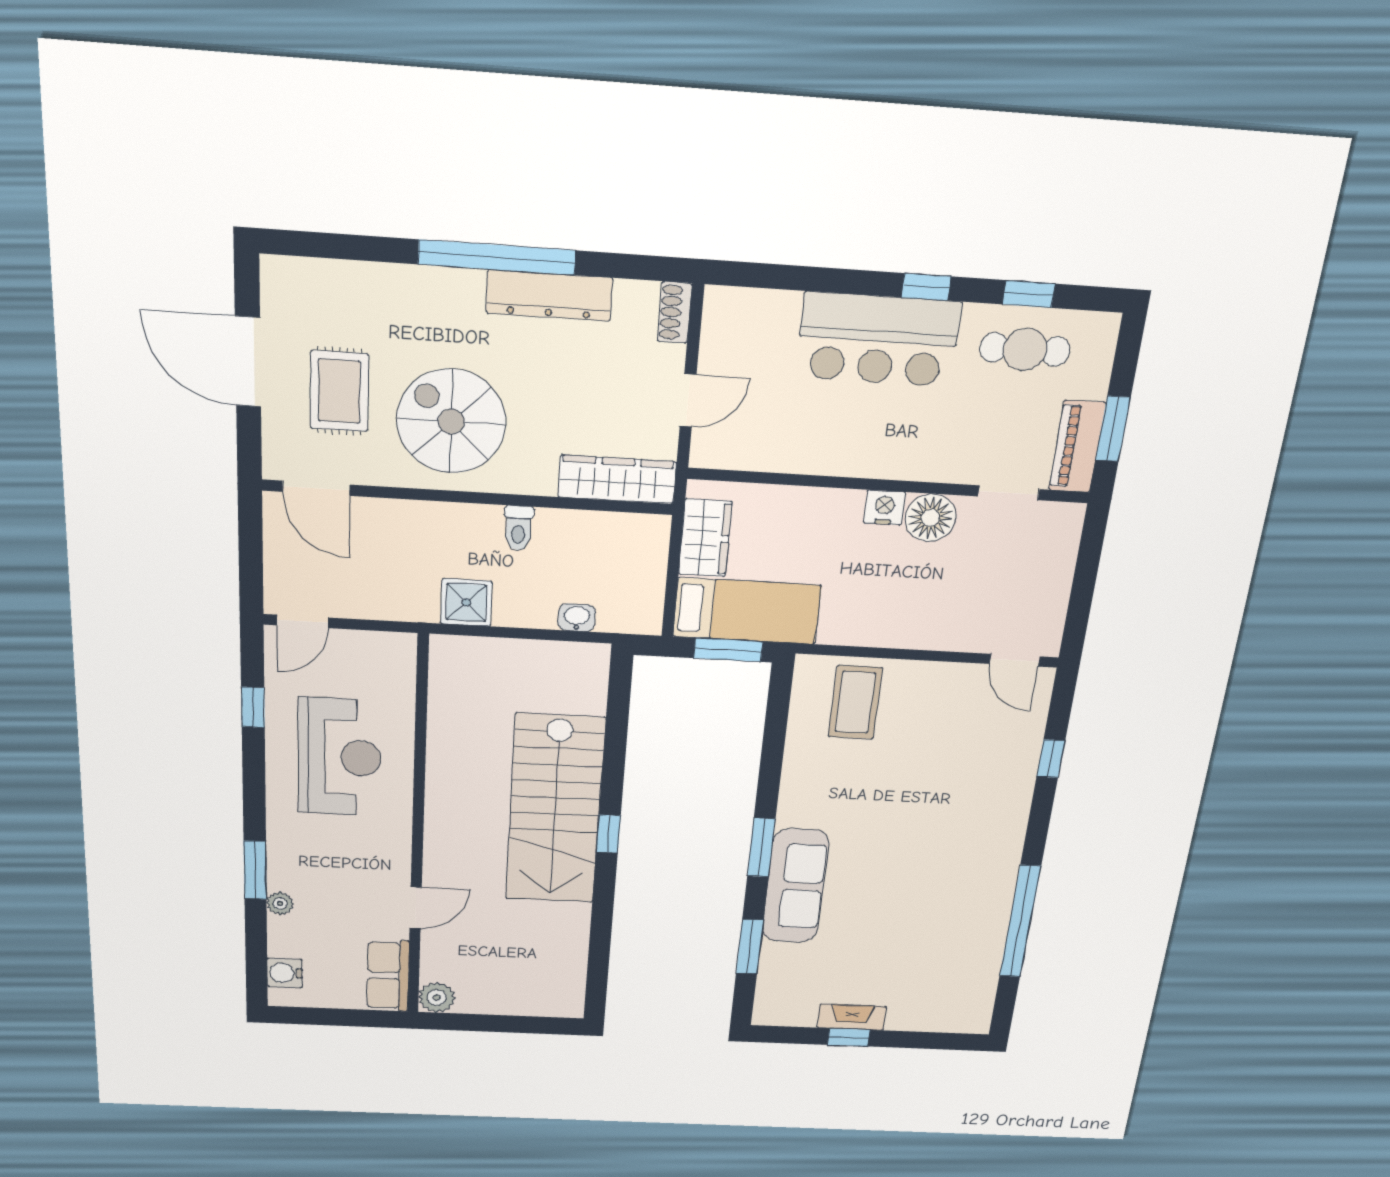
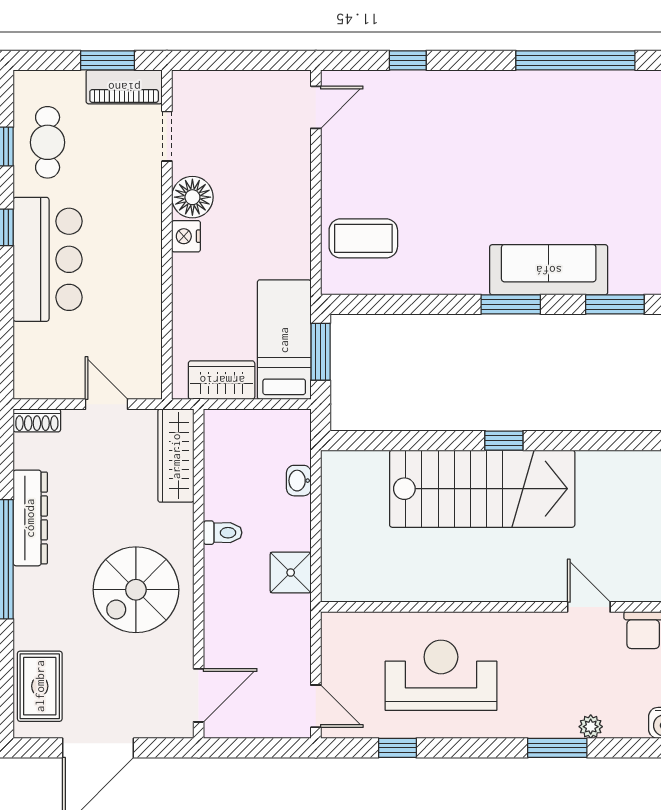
rug: (339, 391) -> (40, 686), moved, turned 90

